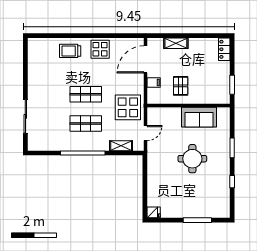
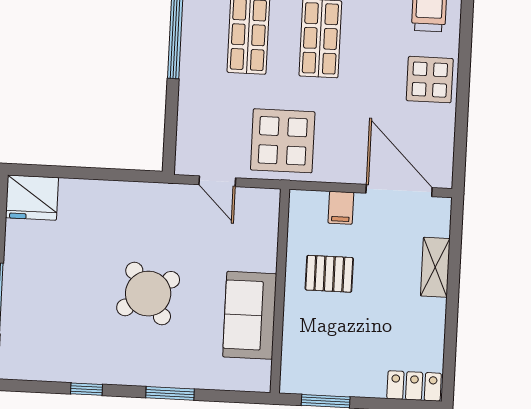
shelving: (121, 146) -> (189, 119), removed
round table: (192, 159) -> (148, 294), turned -34
fridge: (154, 212) -> (32, 198), width x1.88, depth x1.34

